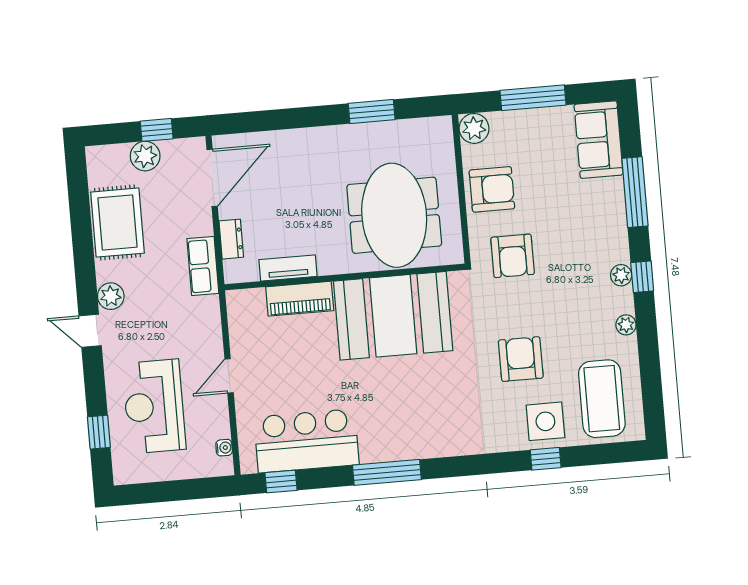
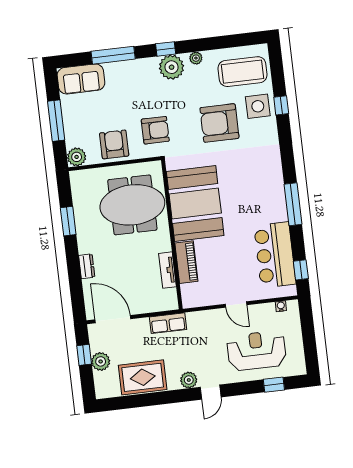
dresser: (231, 239) -> (87, 266), moved, turned 90
plant: (621, 275) -> (172, 67), width x1.88, depth x1.88
armchair: (521, 359) -> (219, 123), width x1.36, depth x1.36
reception desk: (154, 406) -> (257, 351), turned 180

